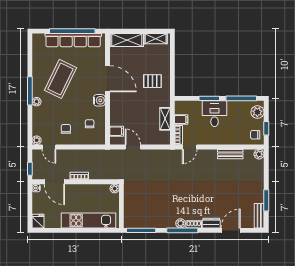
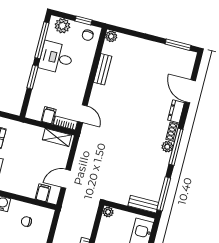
desk: (215, 114) -> (56, 58), moved
shelving: (165, 119) -> (57, 137), moved
window: (266, 200) -> (178, 45), moved
bench: (259, 216) -> (143, 204), moved

